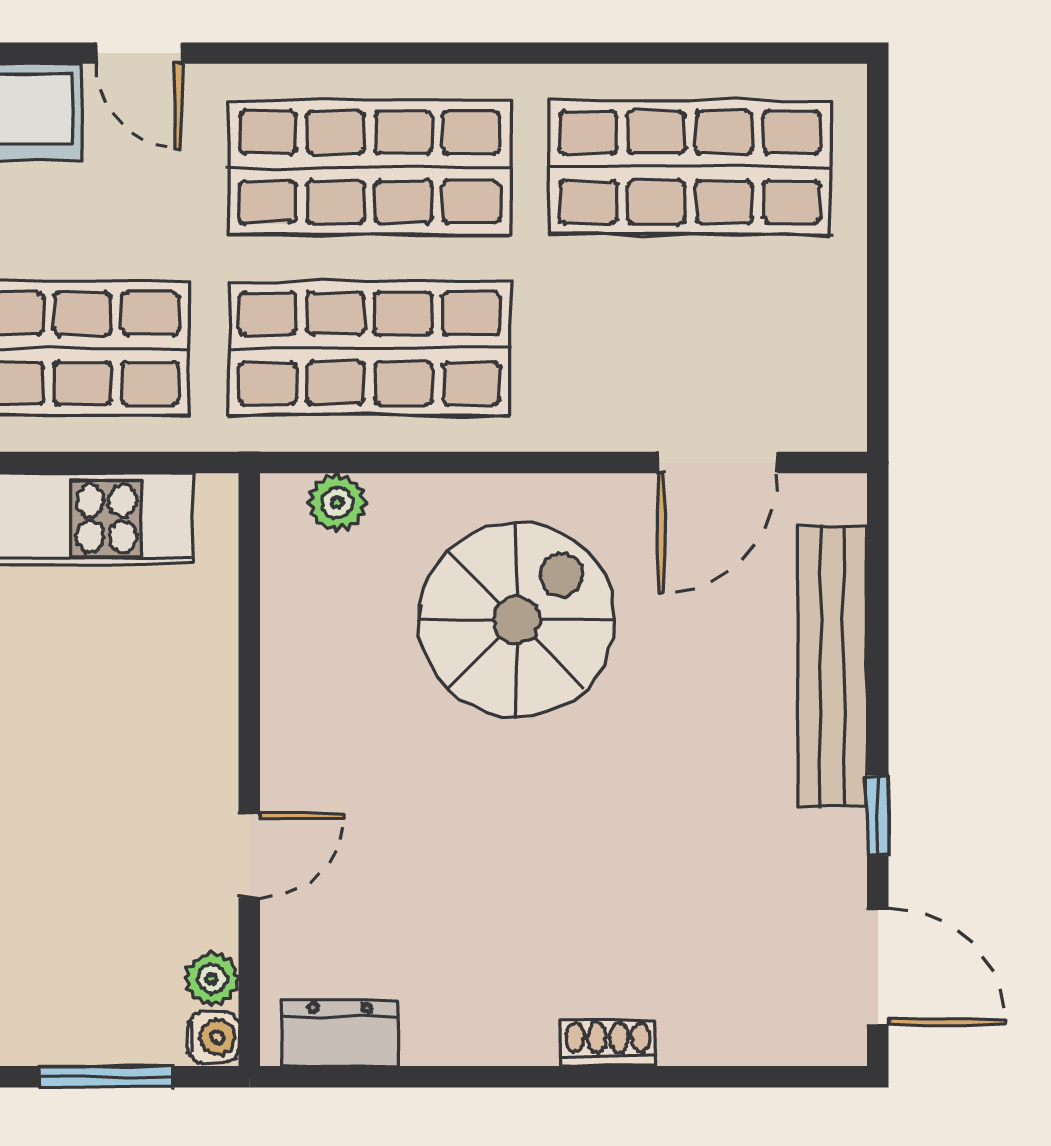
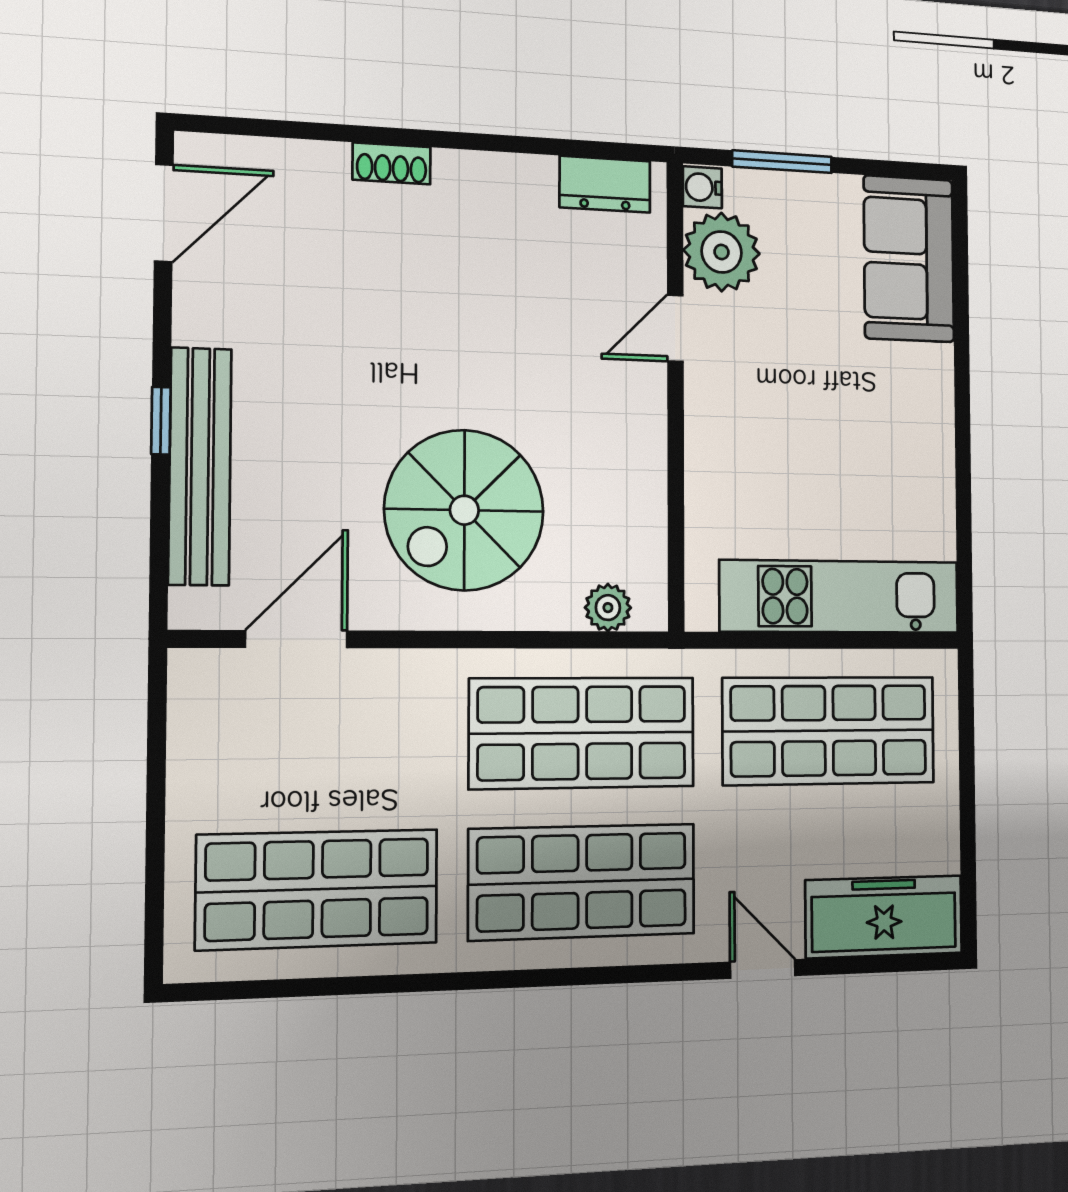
window: (878, 815) -> (161, 421), moved
door: (878, 967) -> (164, 213), swing flipped
plant: (212, 979) -> (722, 252), width x1.88, depth x1.88

